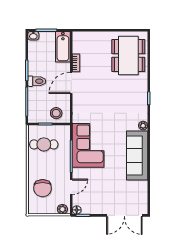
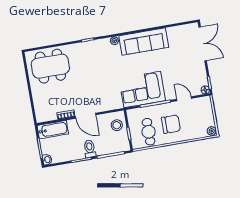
chair: (43, 188) -> (171, 124), moved
plant: (62, 209) -> (212, 131), moved

